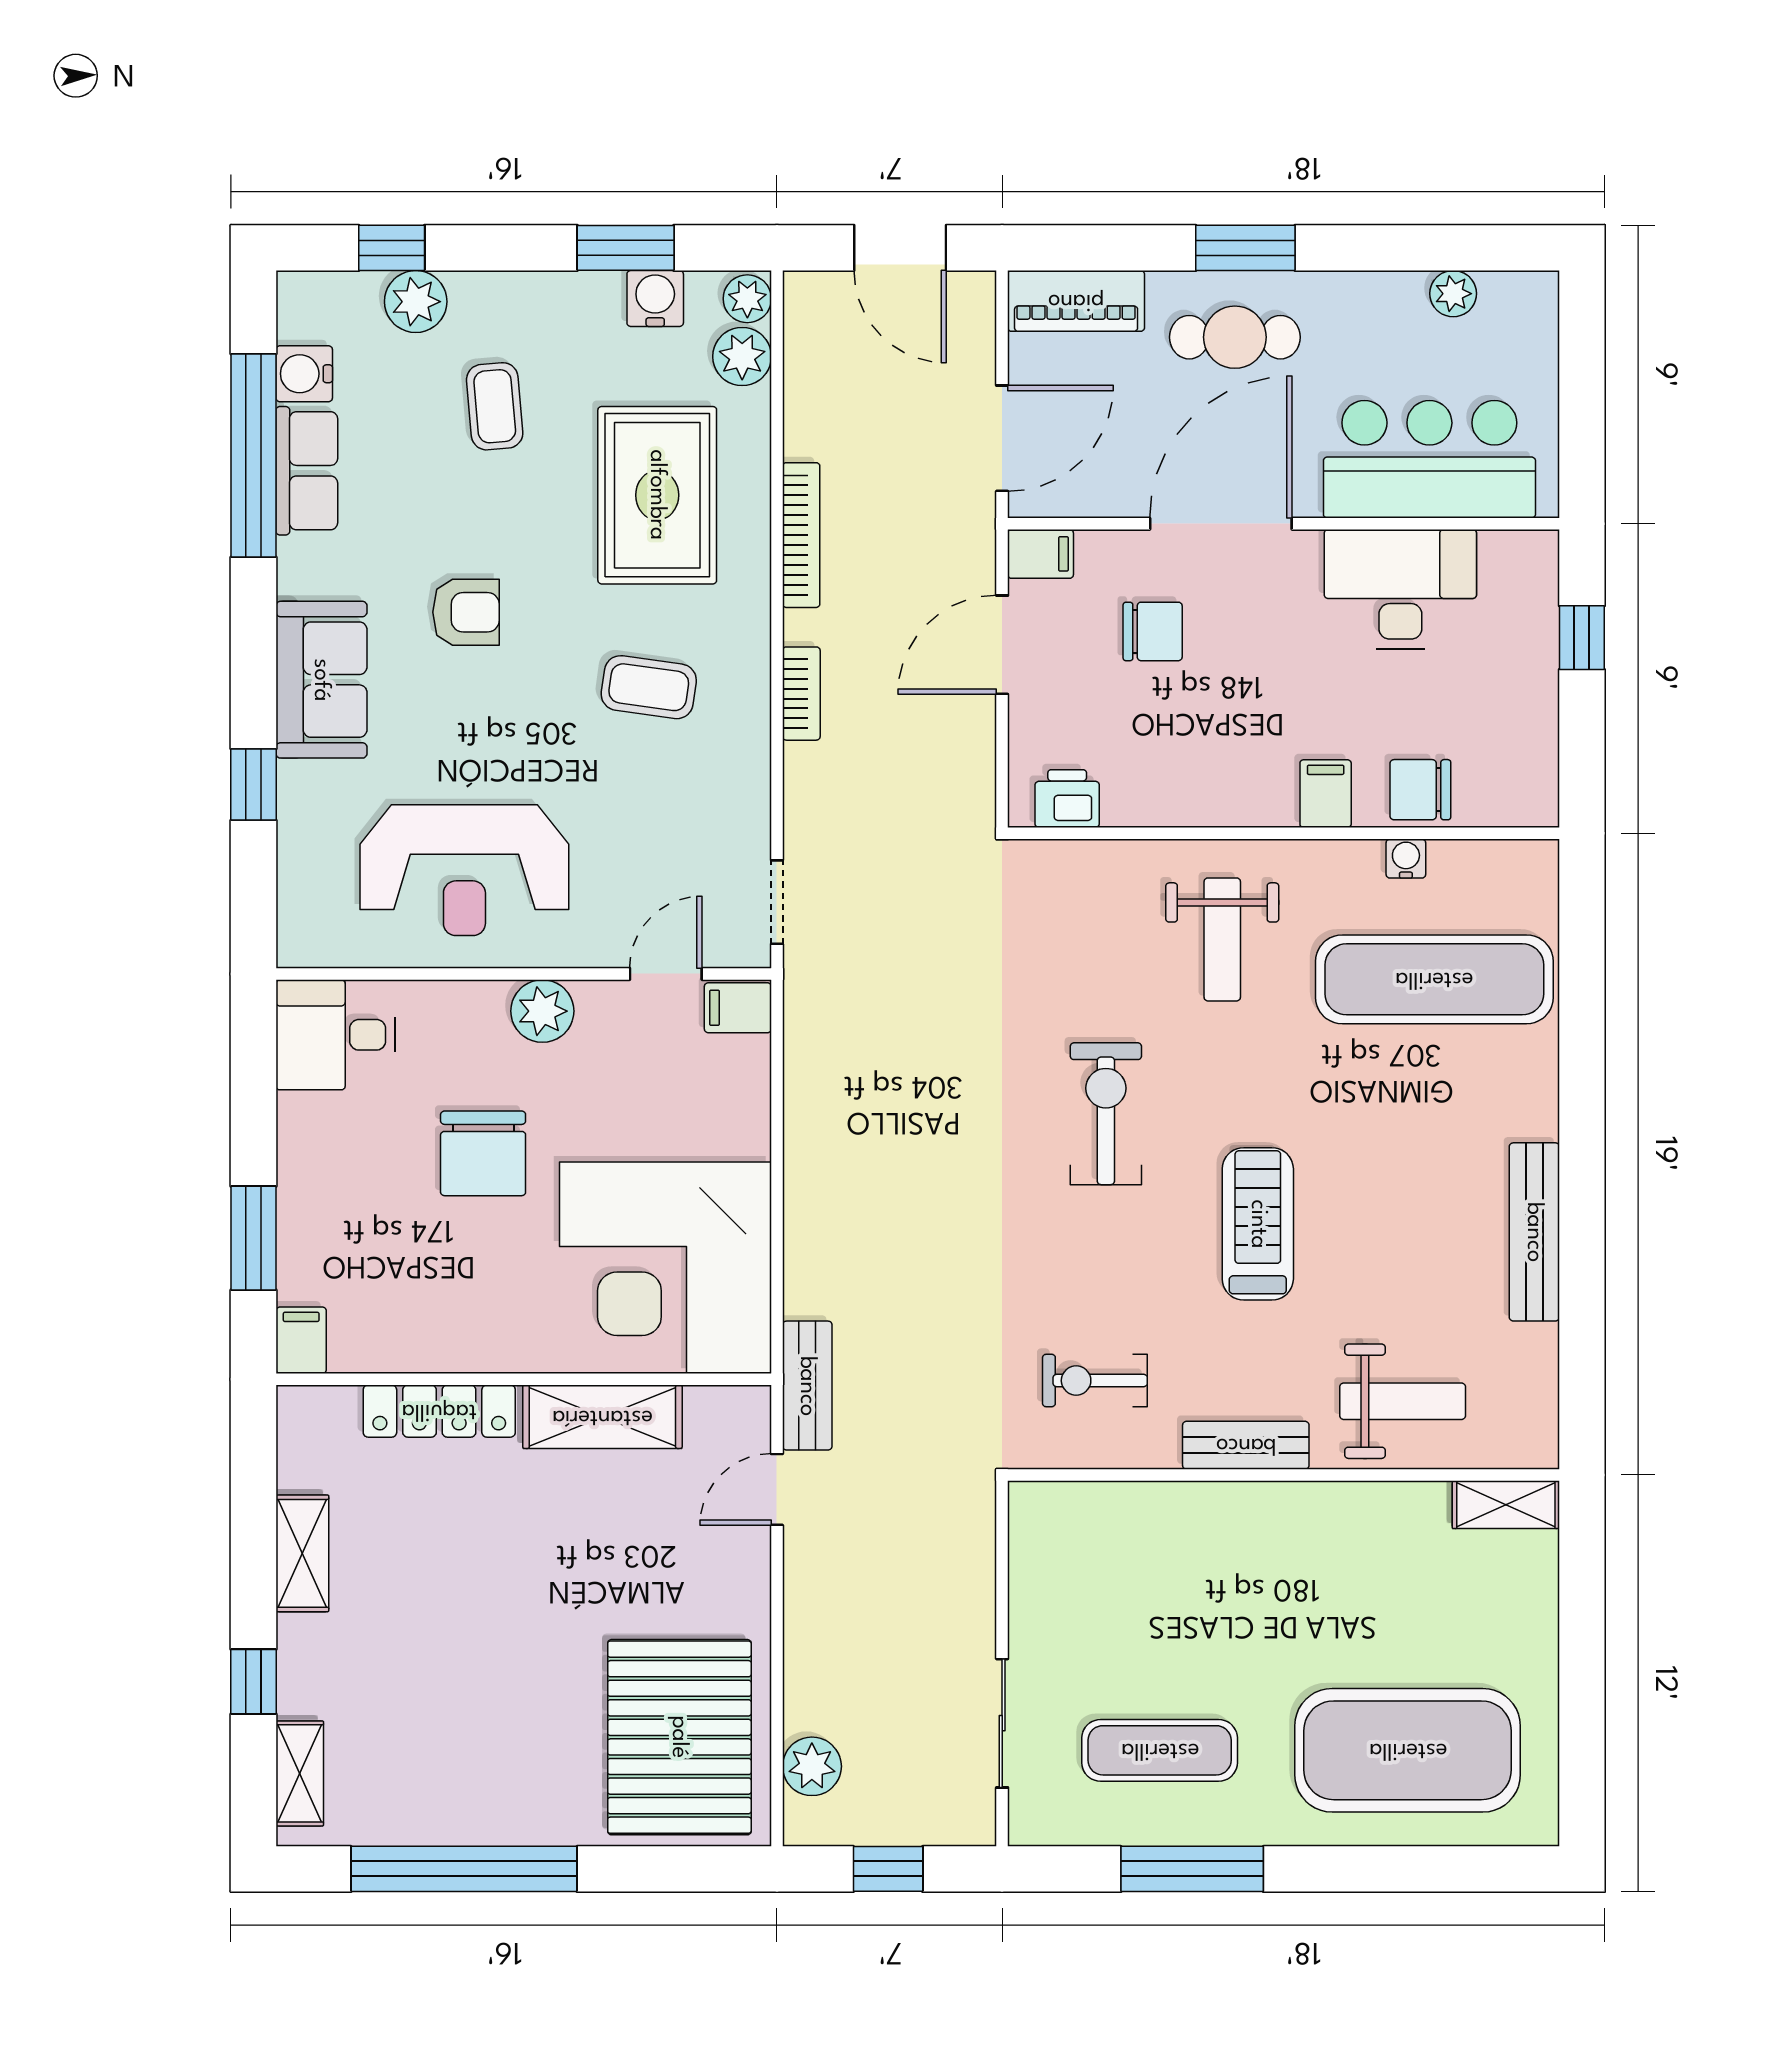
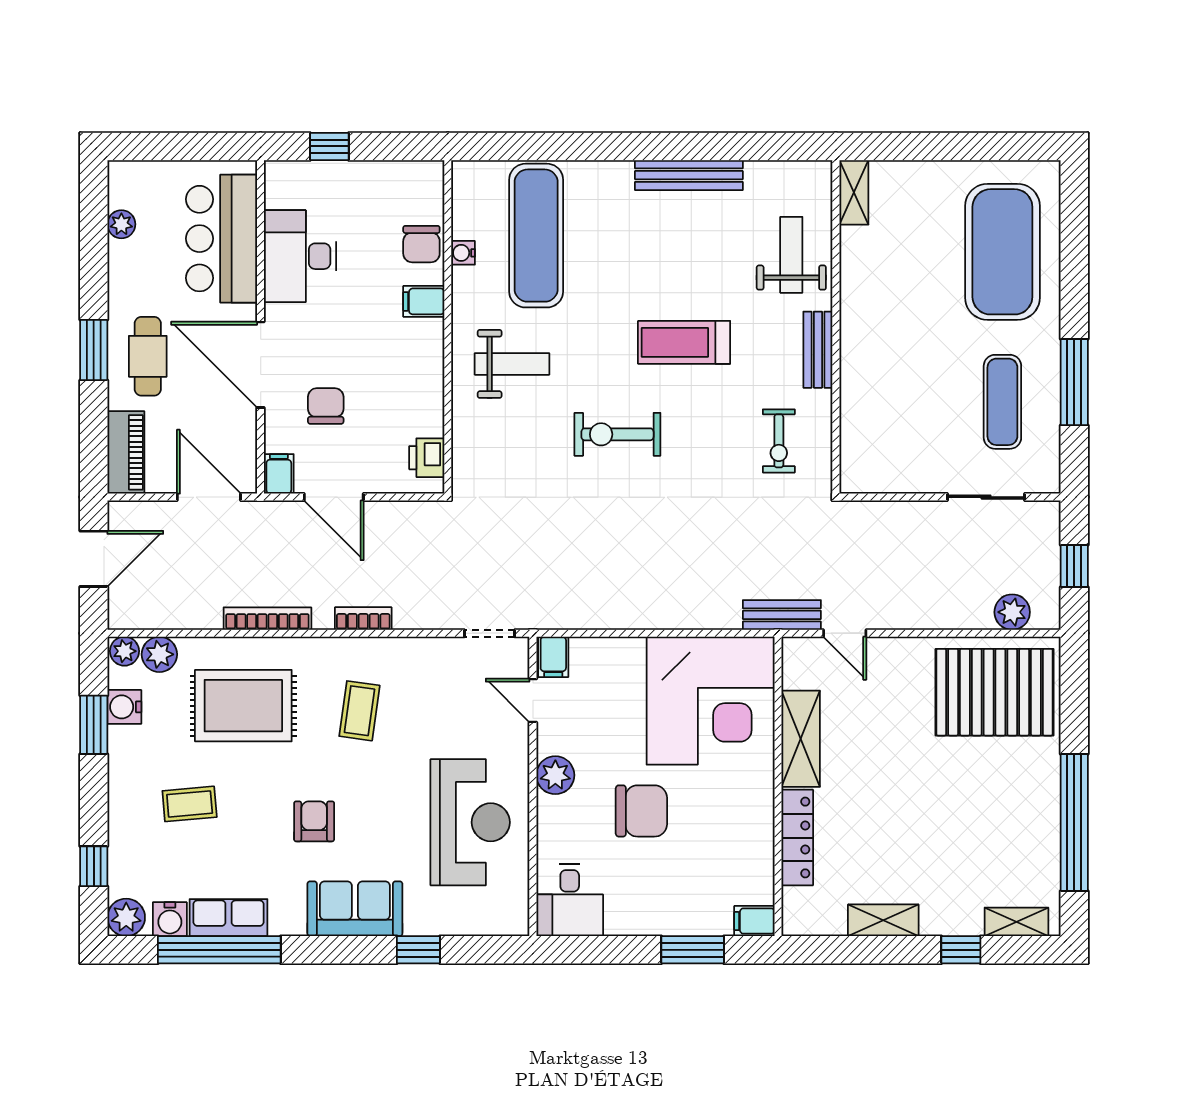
plant: (416, 302) -> (126, 917), moved

